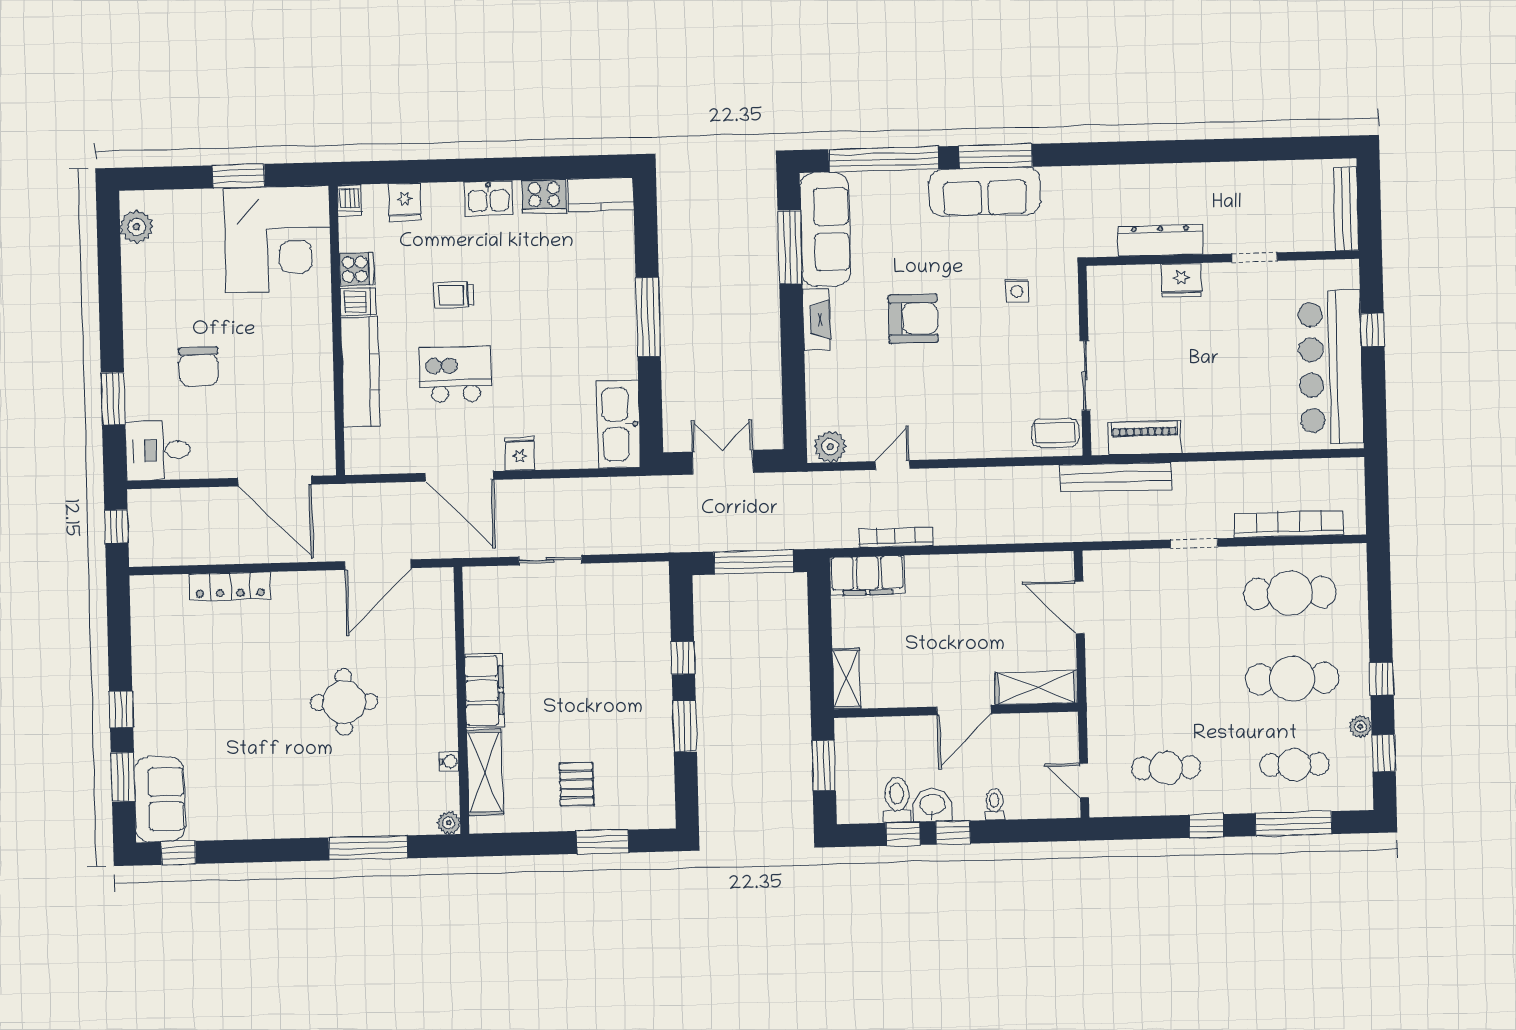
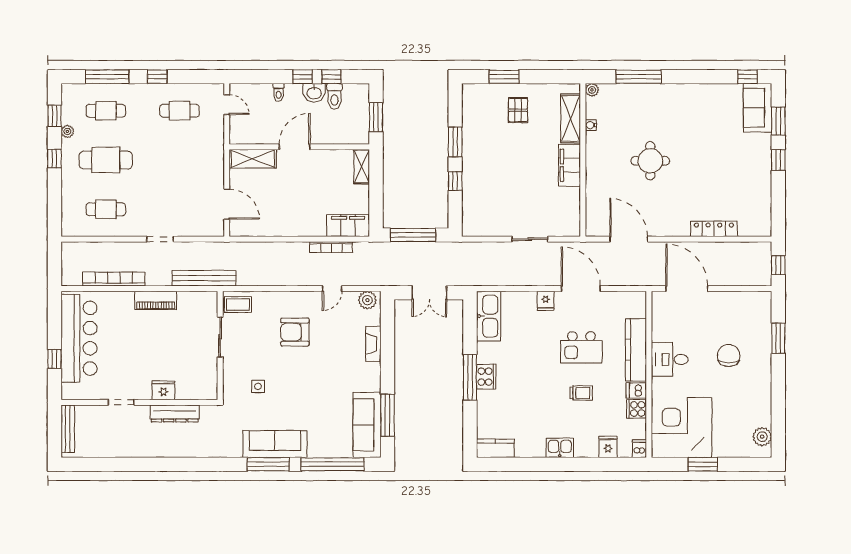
cooker: (544, 196) -> (486, 377), moved, turned 90
armchair: (913, 319) -> (295, 332), moved
fireplace: (817, 320) -> (373, 344), moved
piano: (1144, 438) -> (156, 300), moved
desk: (158, 450) -> (670, 359), moved, turned 180
bookcase: (1289, 524) -> (114, 279), moved, turned 180
door: (378, 565) -> (629, 239), hinge flipped
cafe table: (1290, 593) -> (106, 209), width x0.73, depth x0.74

